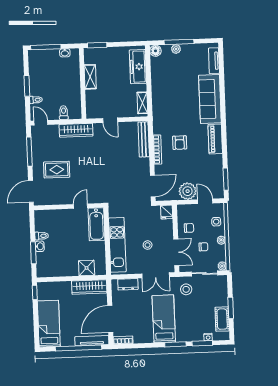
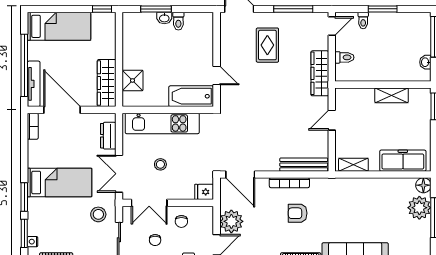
plant: (176, 49) -> (419, 208), width x1.87, depth x1.87

